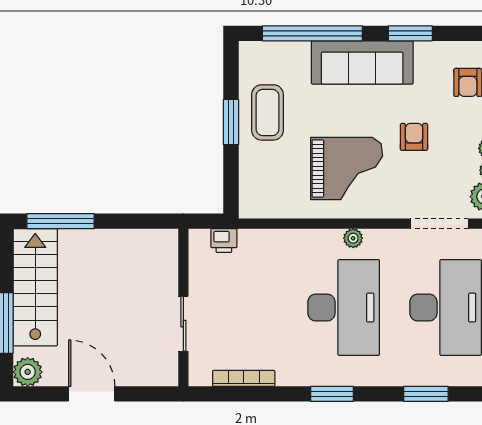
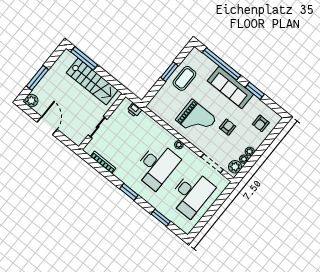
stairs: (35, 287) -> (92, 82), moved, turned 90

